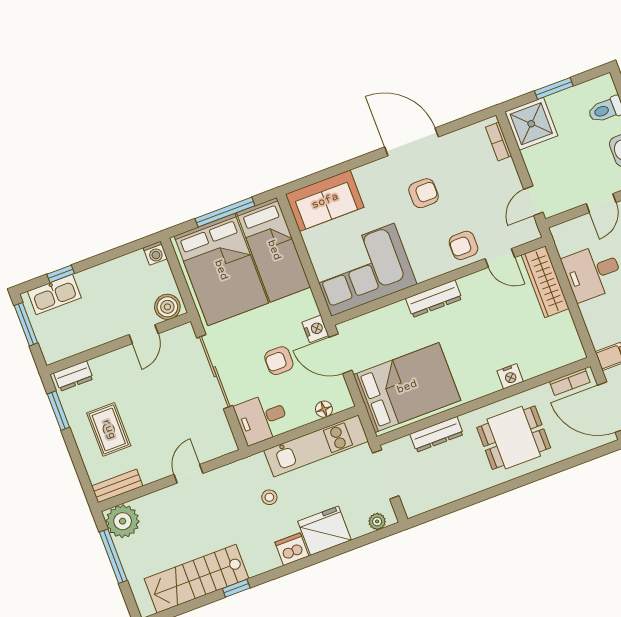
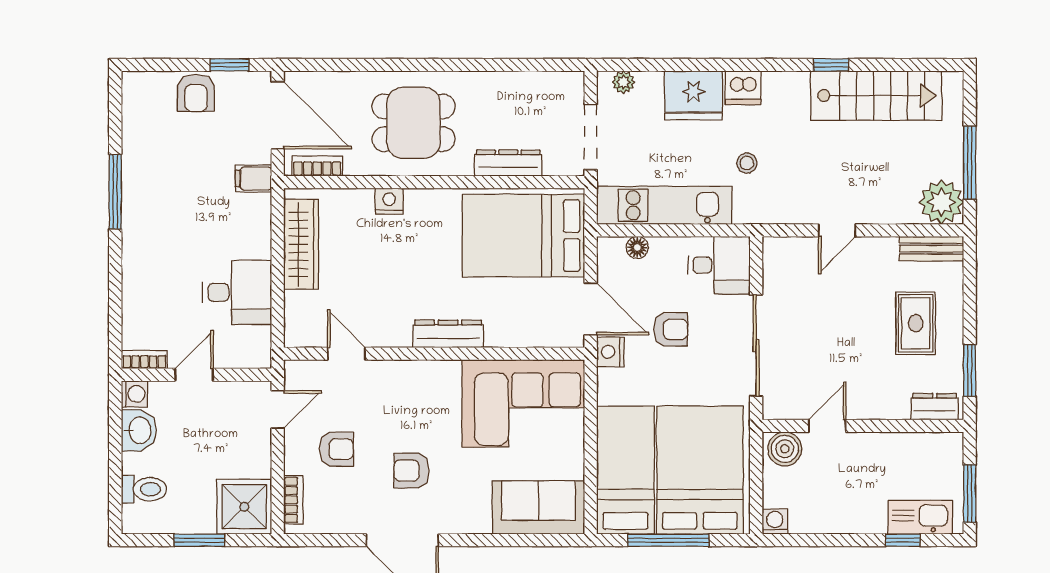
armchair: (463, 245) -> (336, 449), moved
wardrobe: (545, 282) -> (301, 244), moved

